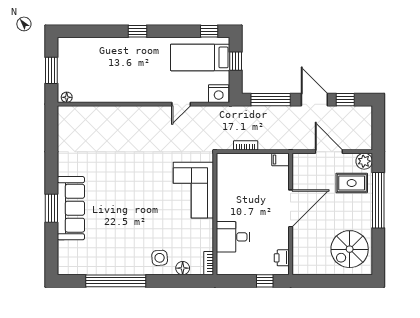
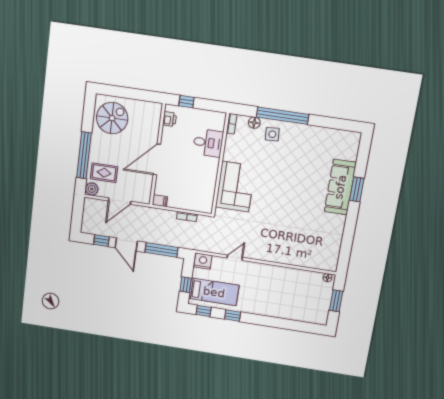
window: (137, 31) -> (233, 316), moved
door: (329, 152) -> (120, 201), hinge flipped
window: (116, 281) -> (283, 116), moved

